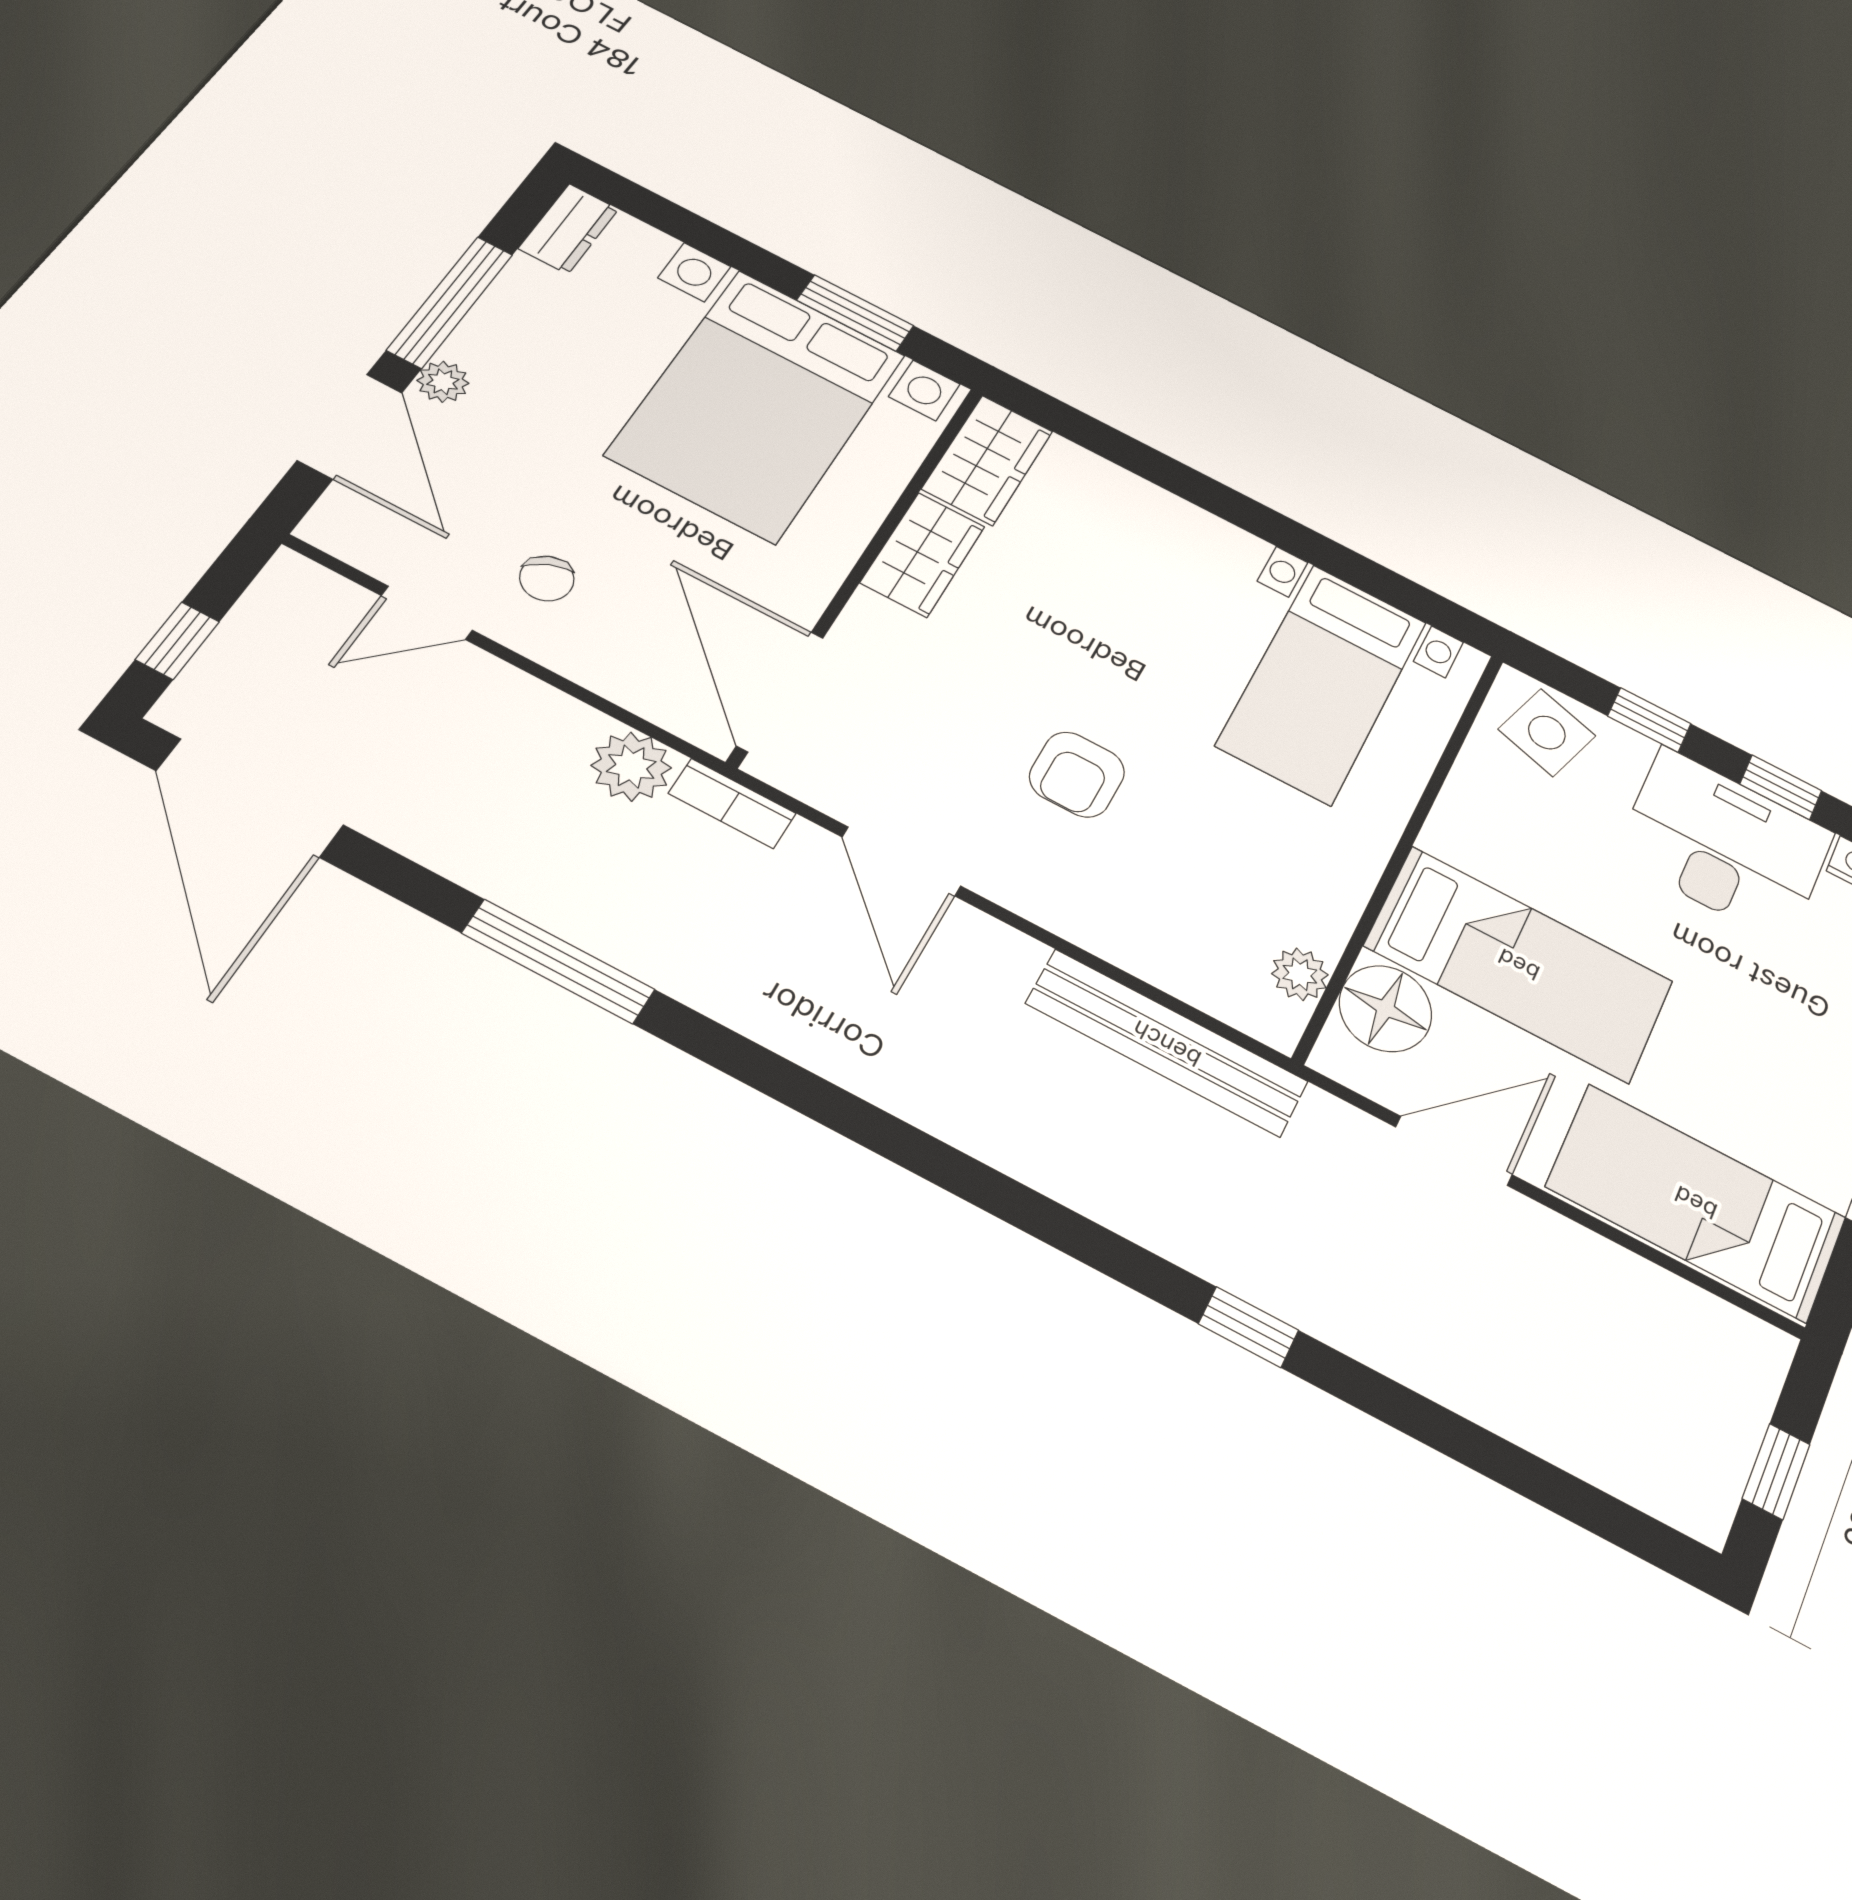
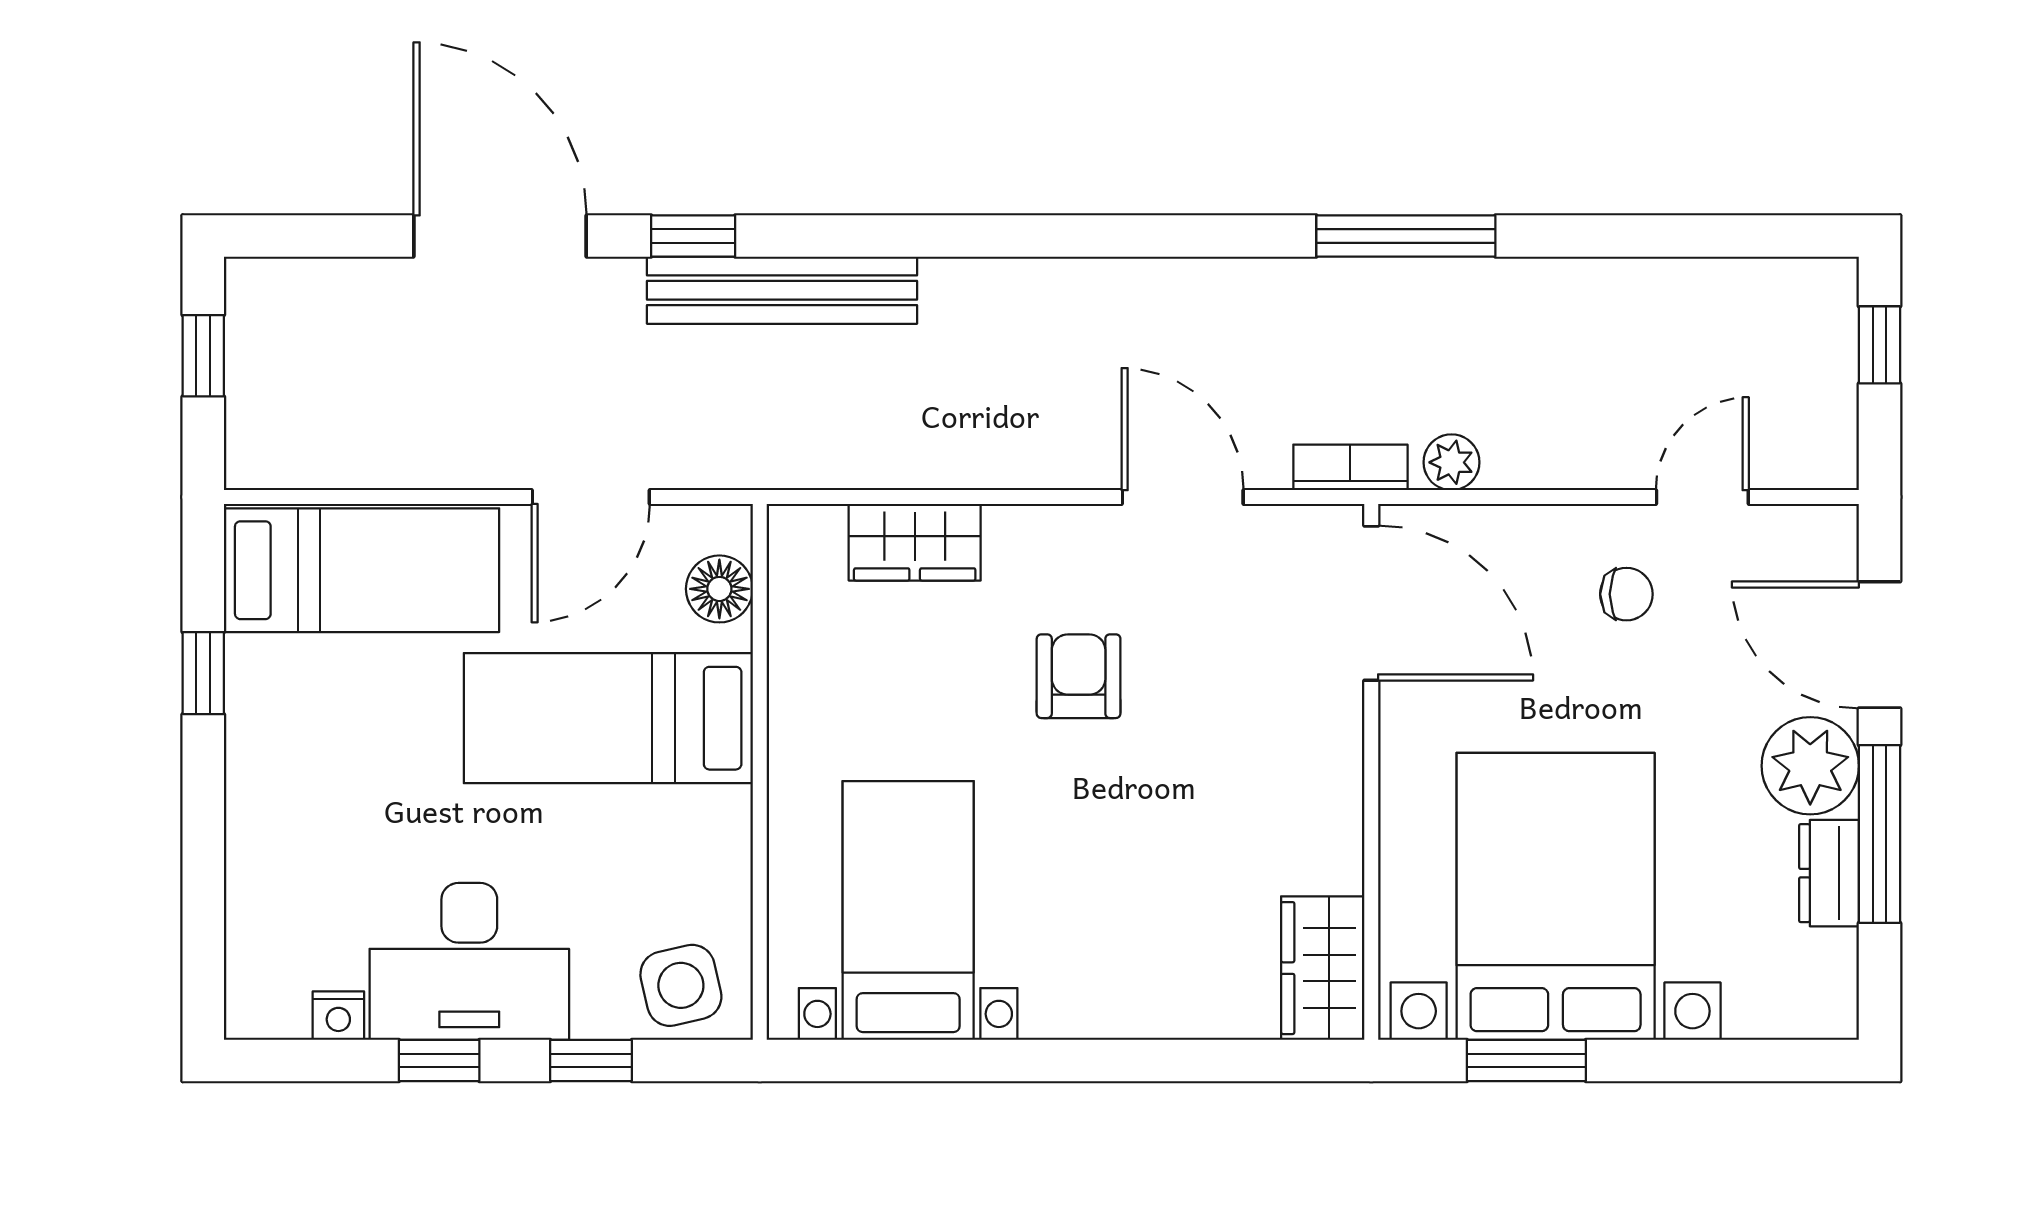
dresser: (569, 229) -> (1829, 873), moved
plant: (443, 382) -> (1810, 766), width x1.88, depth x1.88
wardrobe: (923, 555) -> (915, 542), moved, turned -90
chair: (547, 579) -> (1626, 594), turned 115
side table: (1547, 733) -> (681, 985), turned -30
plant: (631, 767) -> (1451, 462), width x0.73, depth x0.73
door: (250, 798) -> (500, 236), moved
plant: (1300, 974) -> (795, 591), removed
floor lamp: (1385, 1009) -> (719, 589), width x0.73, depth x0.73
bench: (1167, 1043) -> (782, 290), moved

